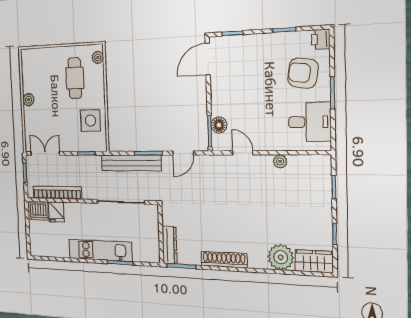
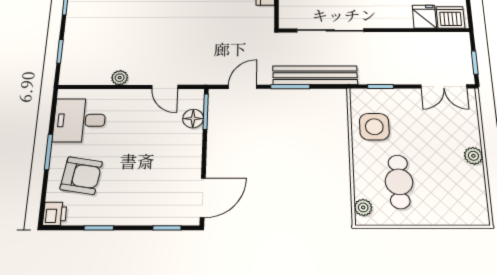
bookcase: (57, 193) -> (424, 39), removed

